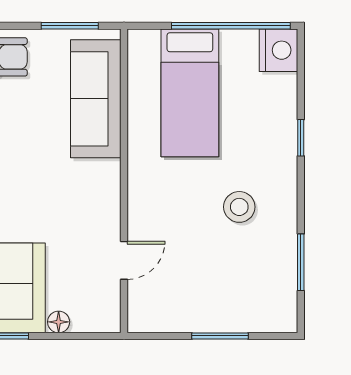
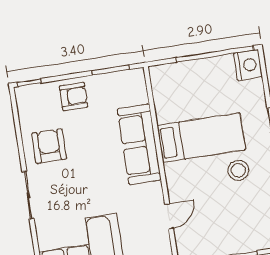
bed: (190, 93) -> (201, 138), moved, turned -90
sofa: (96, 99) -> (139, 144), moved

